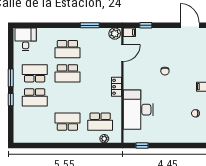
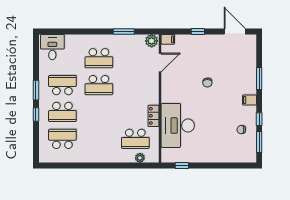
window: (146, 25) -> (198, 32), moved
locker: (117, 87) -> (154, 116), moved
school desk: (67, 122) -> (62, 139), moved

